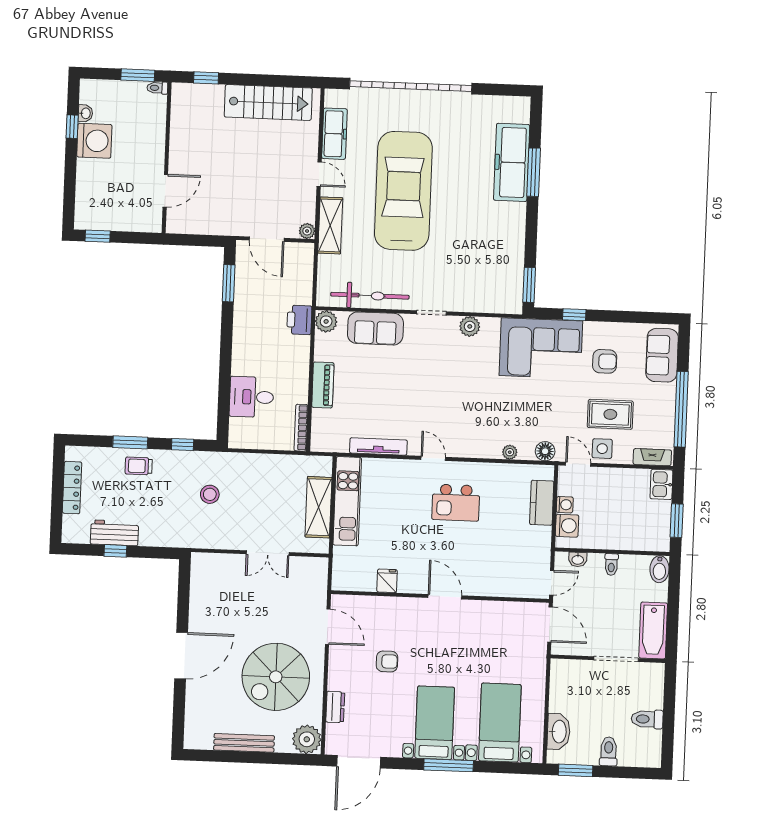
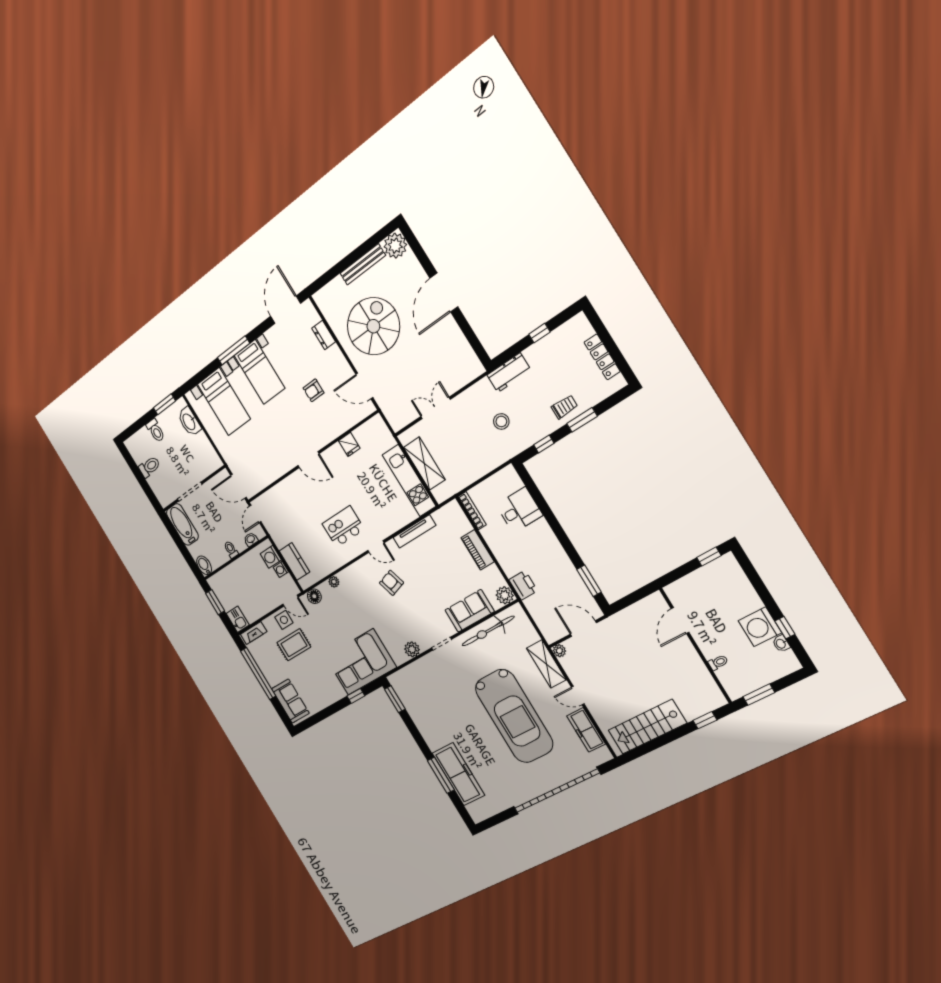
toilet: (157, 88) -> (718, 662), moved
armchair: (605, 361) -> (391, 583), moved, turned 73
workbench: (114, 533) -> (509, 373), moved
plant: (307, 739) -> (395, 246), moved

